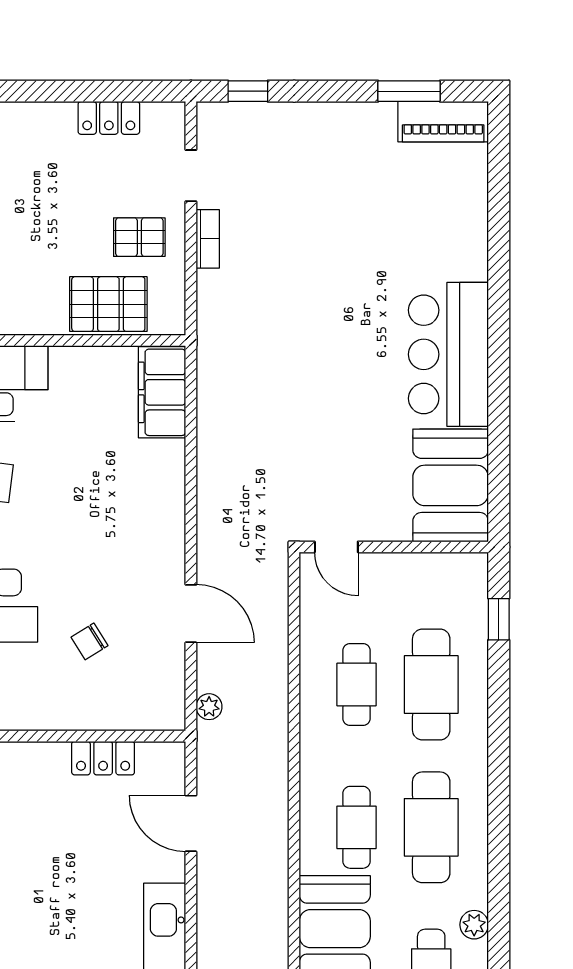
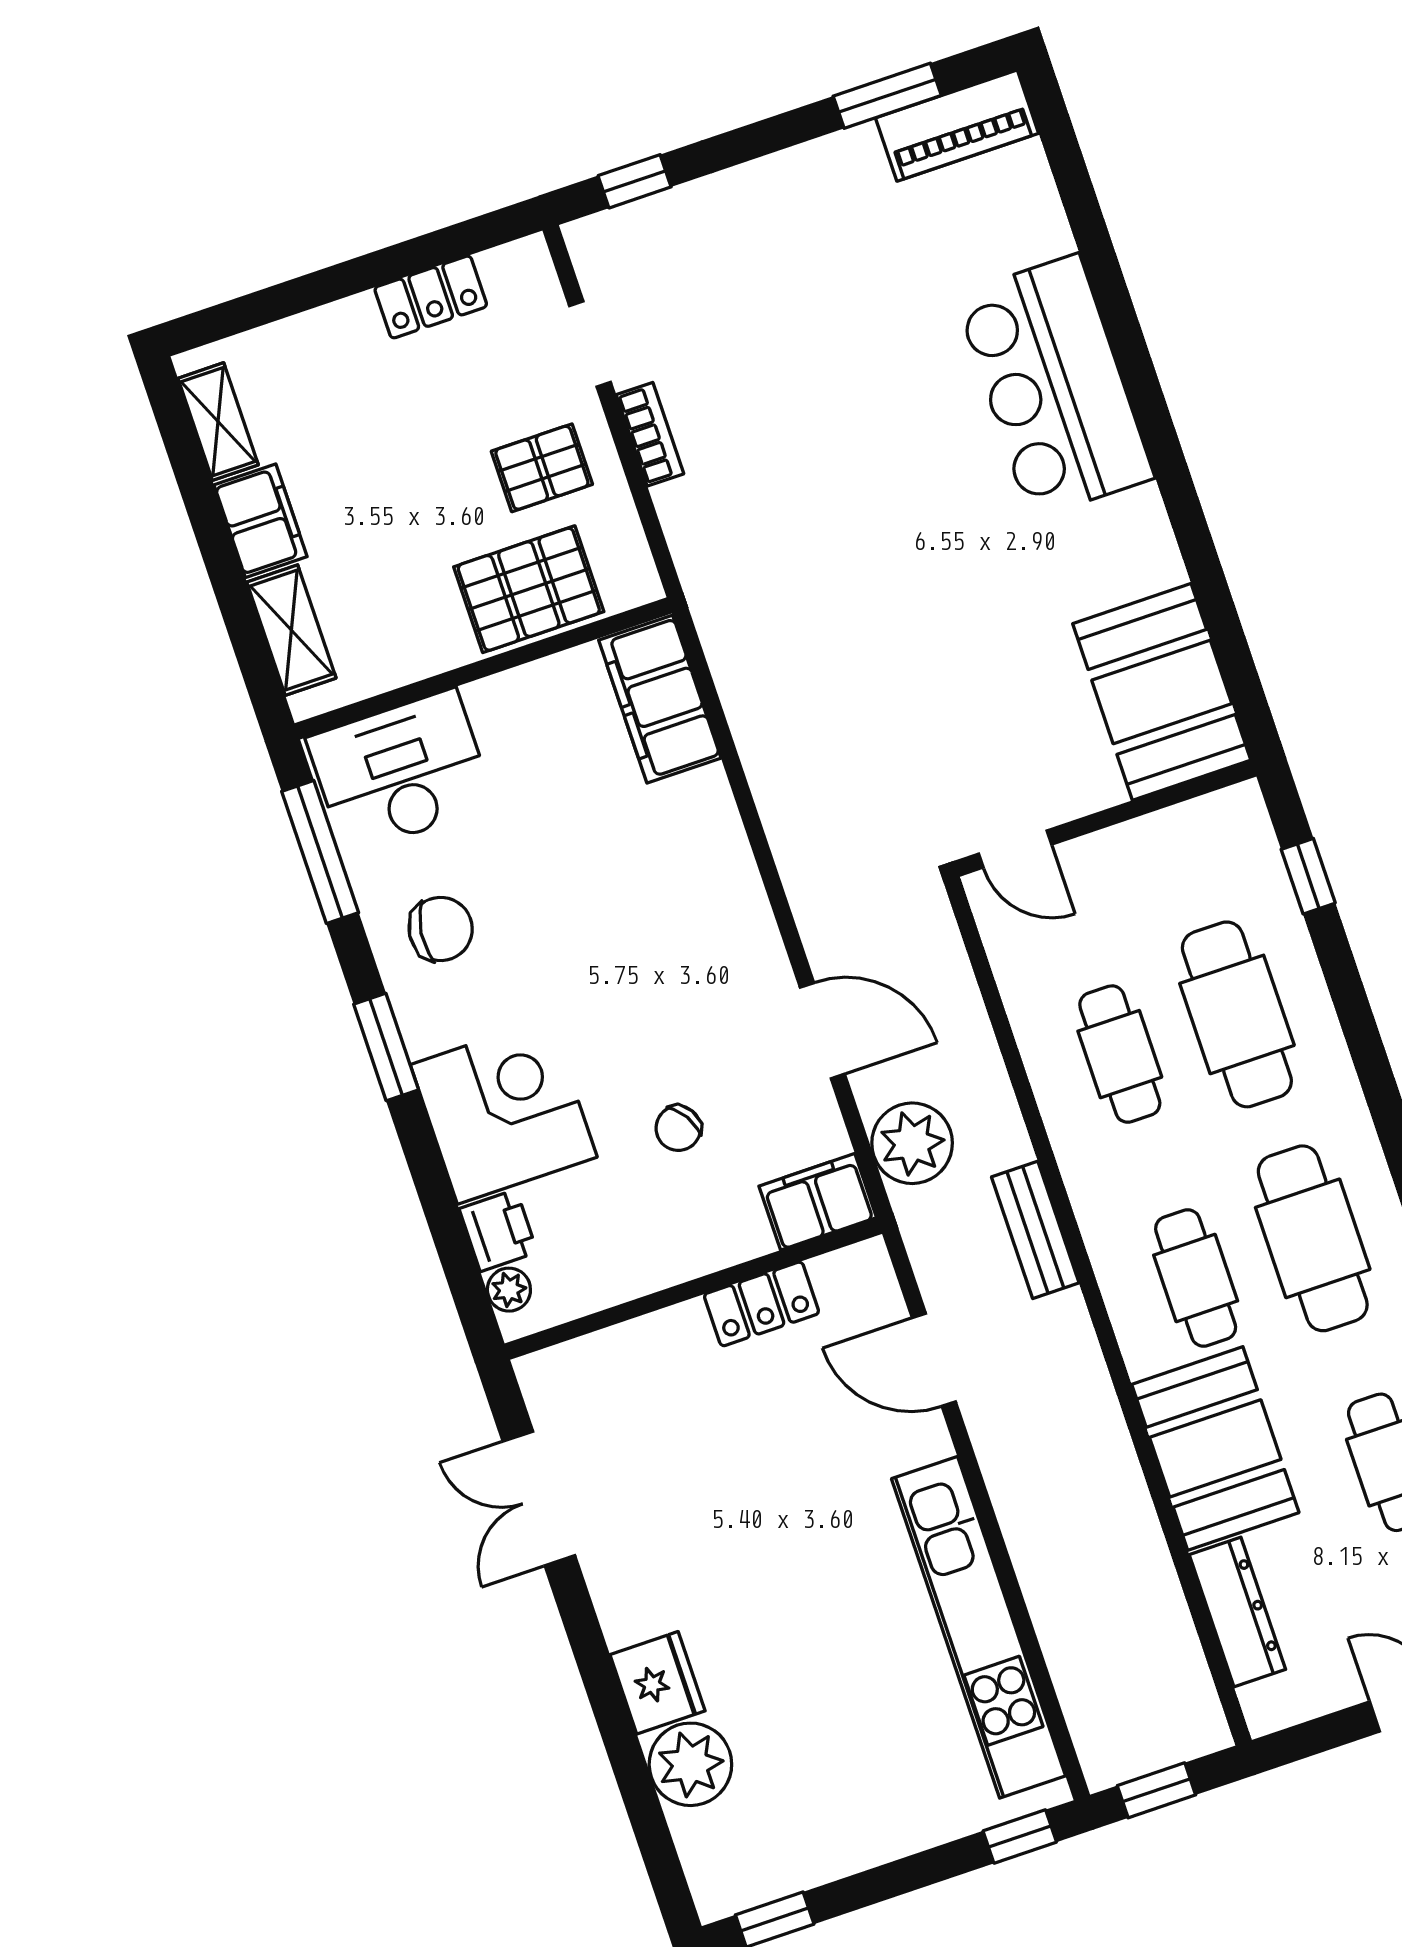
bar counter: (448, 354) -> (1055, 386), moved
plant: (209, 707) -> (912, 1143), width x1.88, depth x1.88
filing cabinet: (155, 711) -> (818, 1202), added
bench: (274, 769) -> (1035, 1230), added

